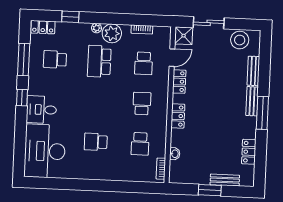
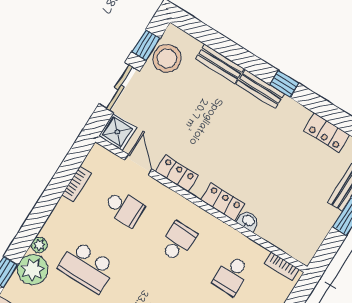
window: (240, 24) -> (146, 45), added
plant: (112, 33) -> (33, 269), moved
school desk: (142, 104) -> (178, 242), turned 90
window: (262, 113) -> (284, 84), width x0.46
school desk: (140, 144) -> (232, 275), turned 90
washbasin: (175, 154) -> (248, 221), moved

